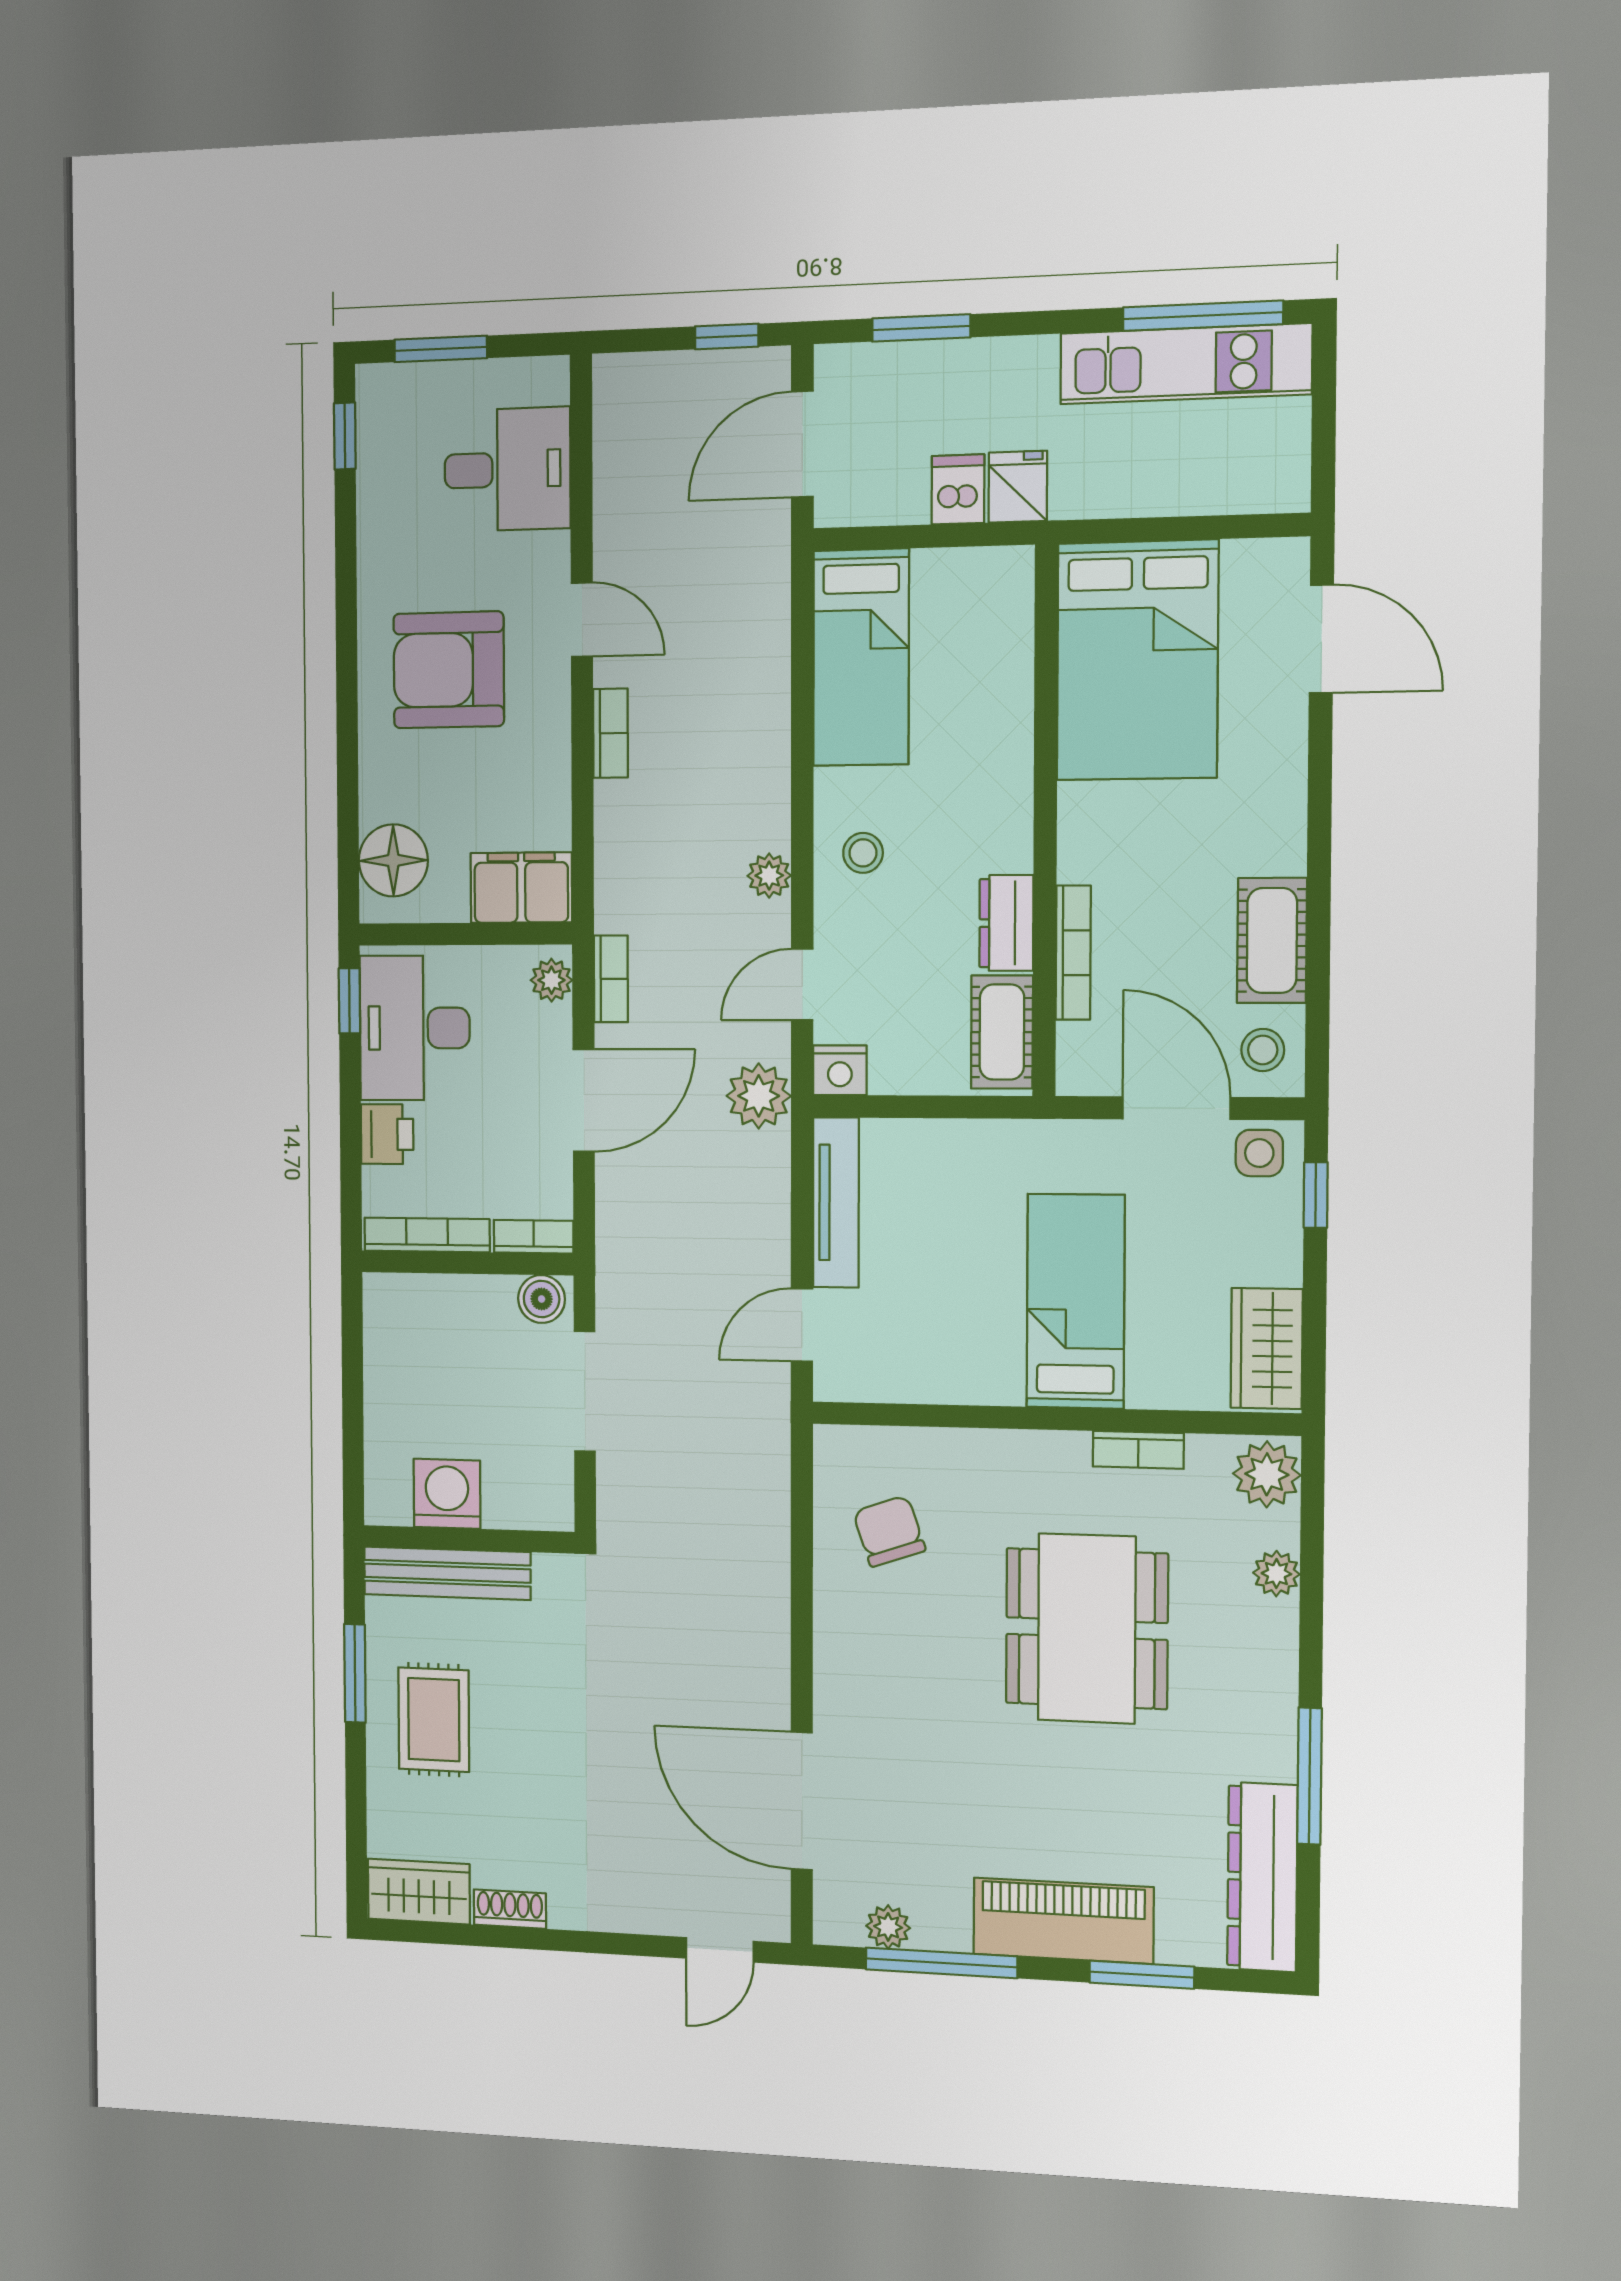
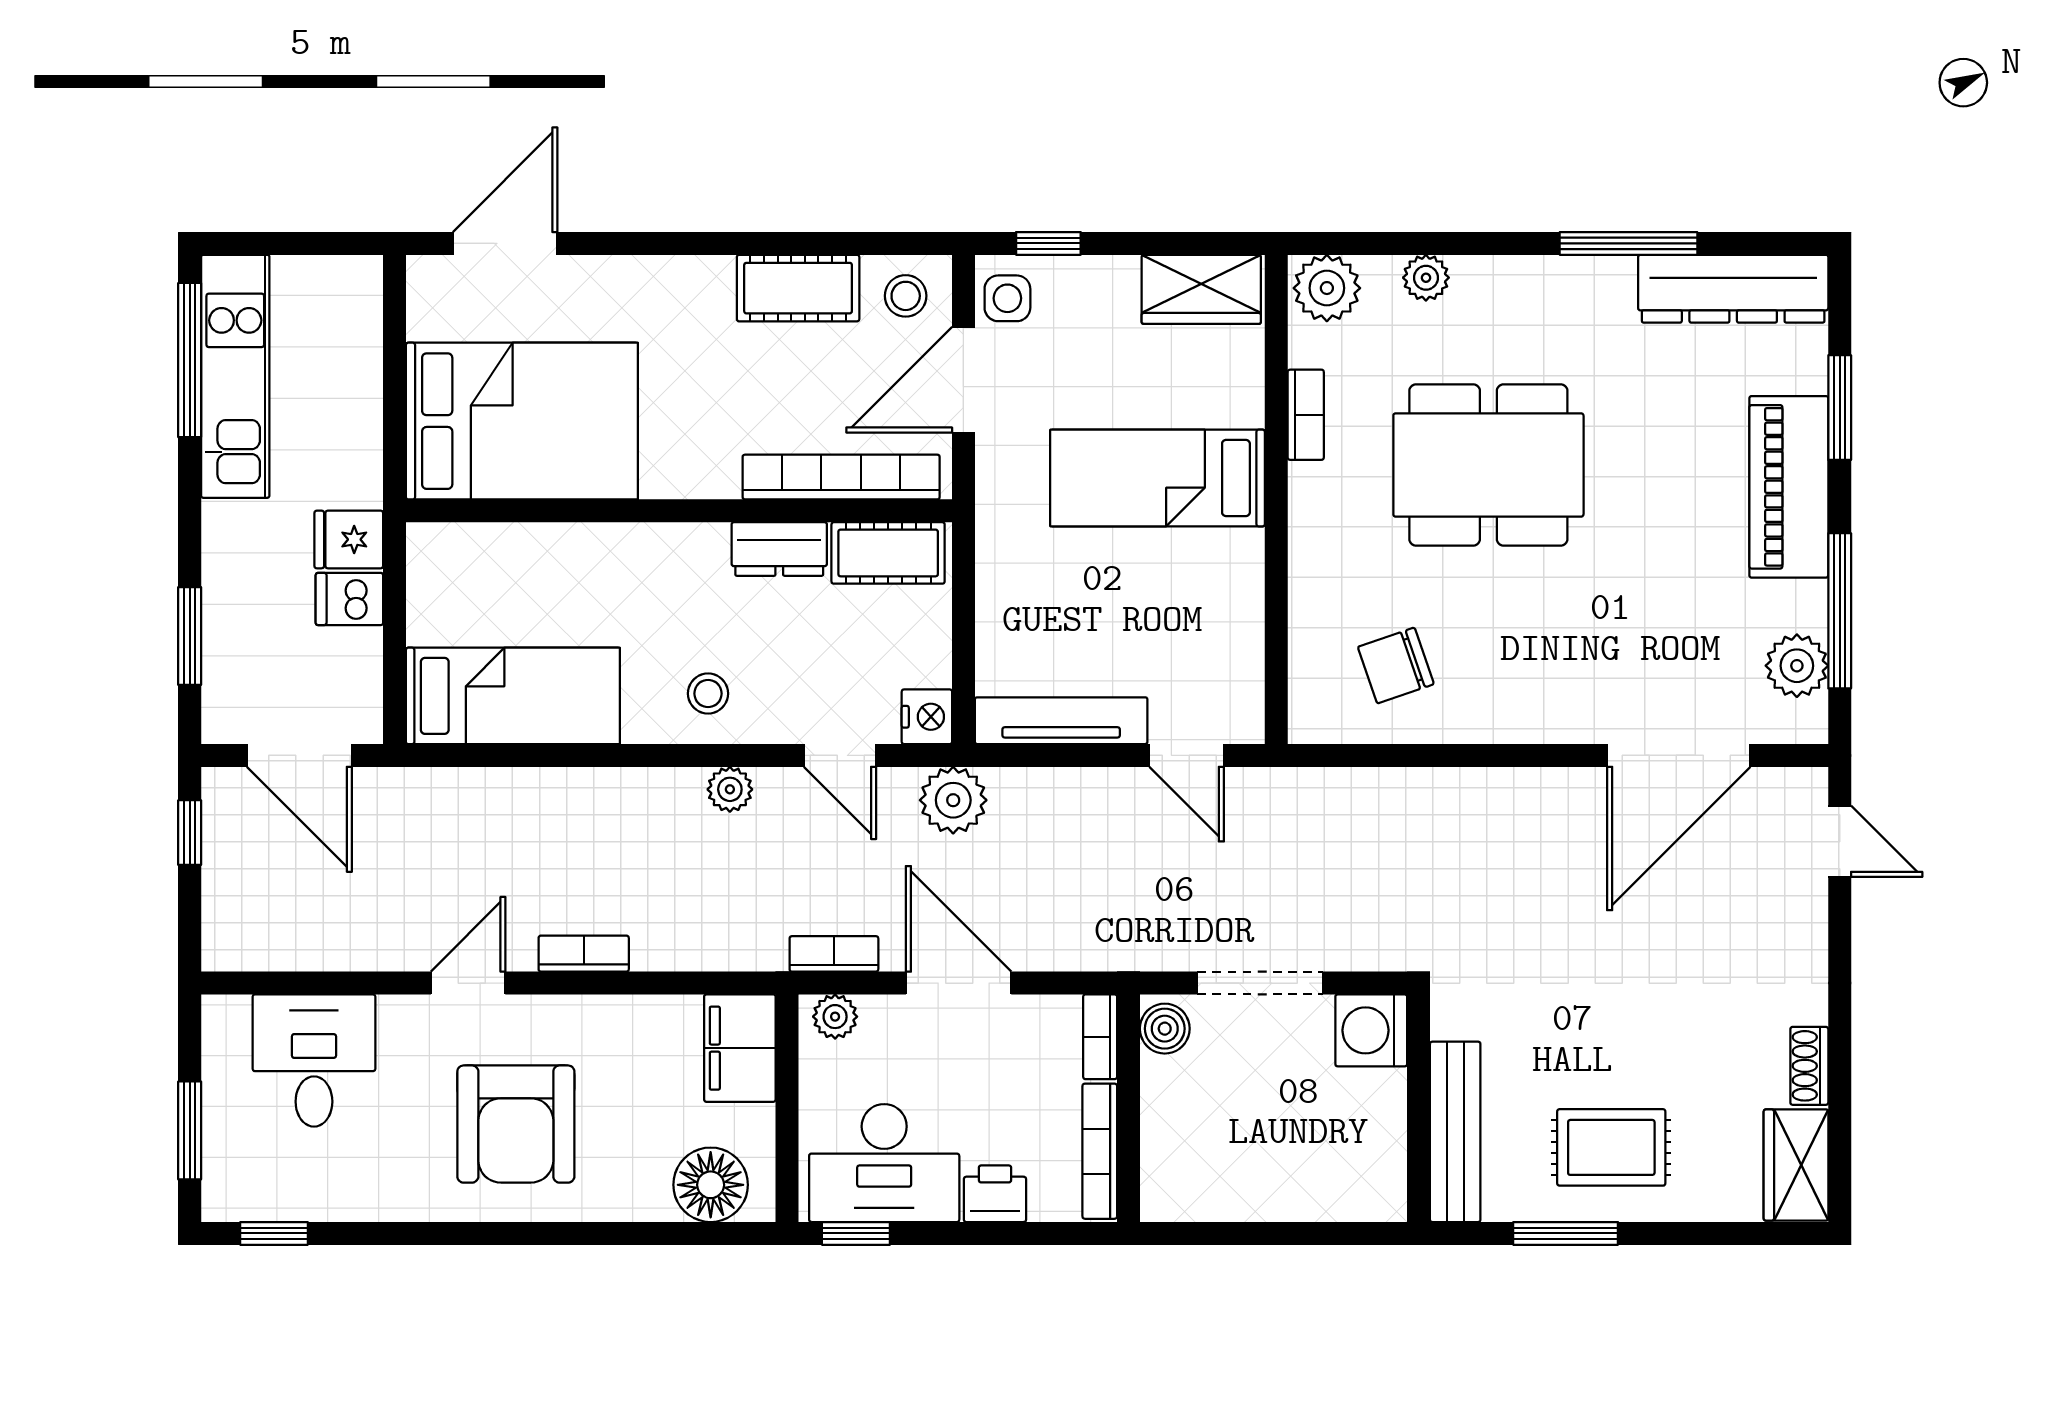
bookcase: (1073, 953) -> (841, 477), width x1.48, depth x1.31
washing machine: (447, 1494) -> (1371, 1030), moved
plant: (888, 1927) -> (1797, 666), width x1.38, depth x1.38

